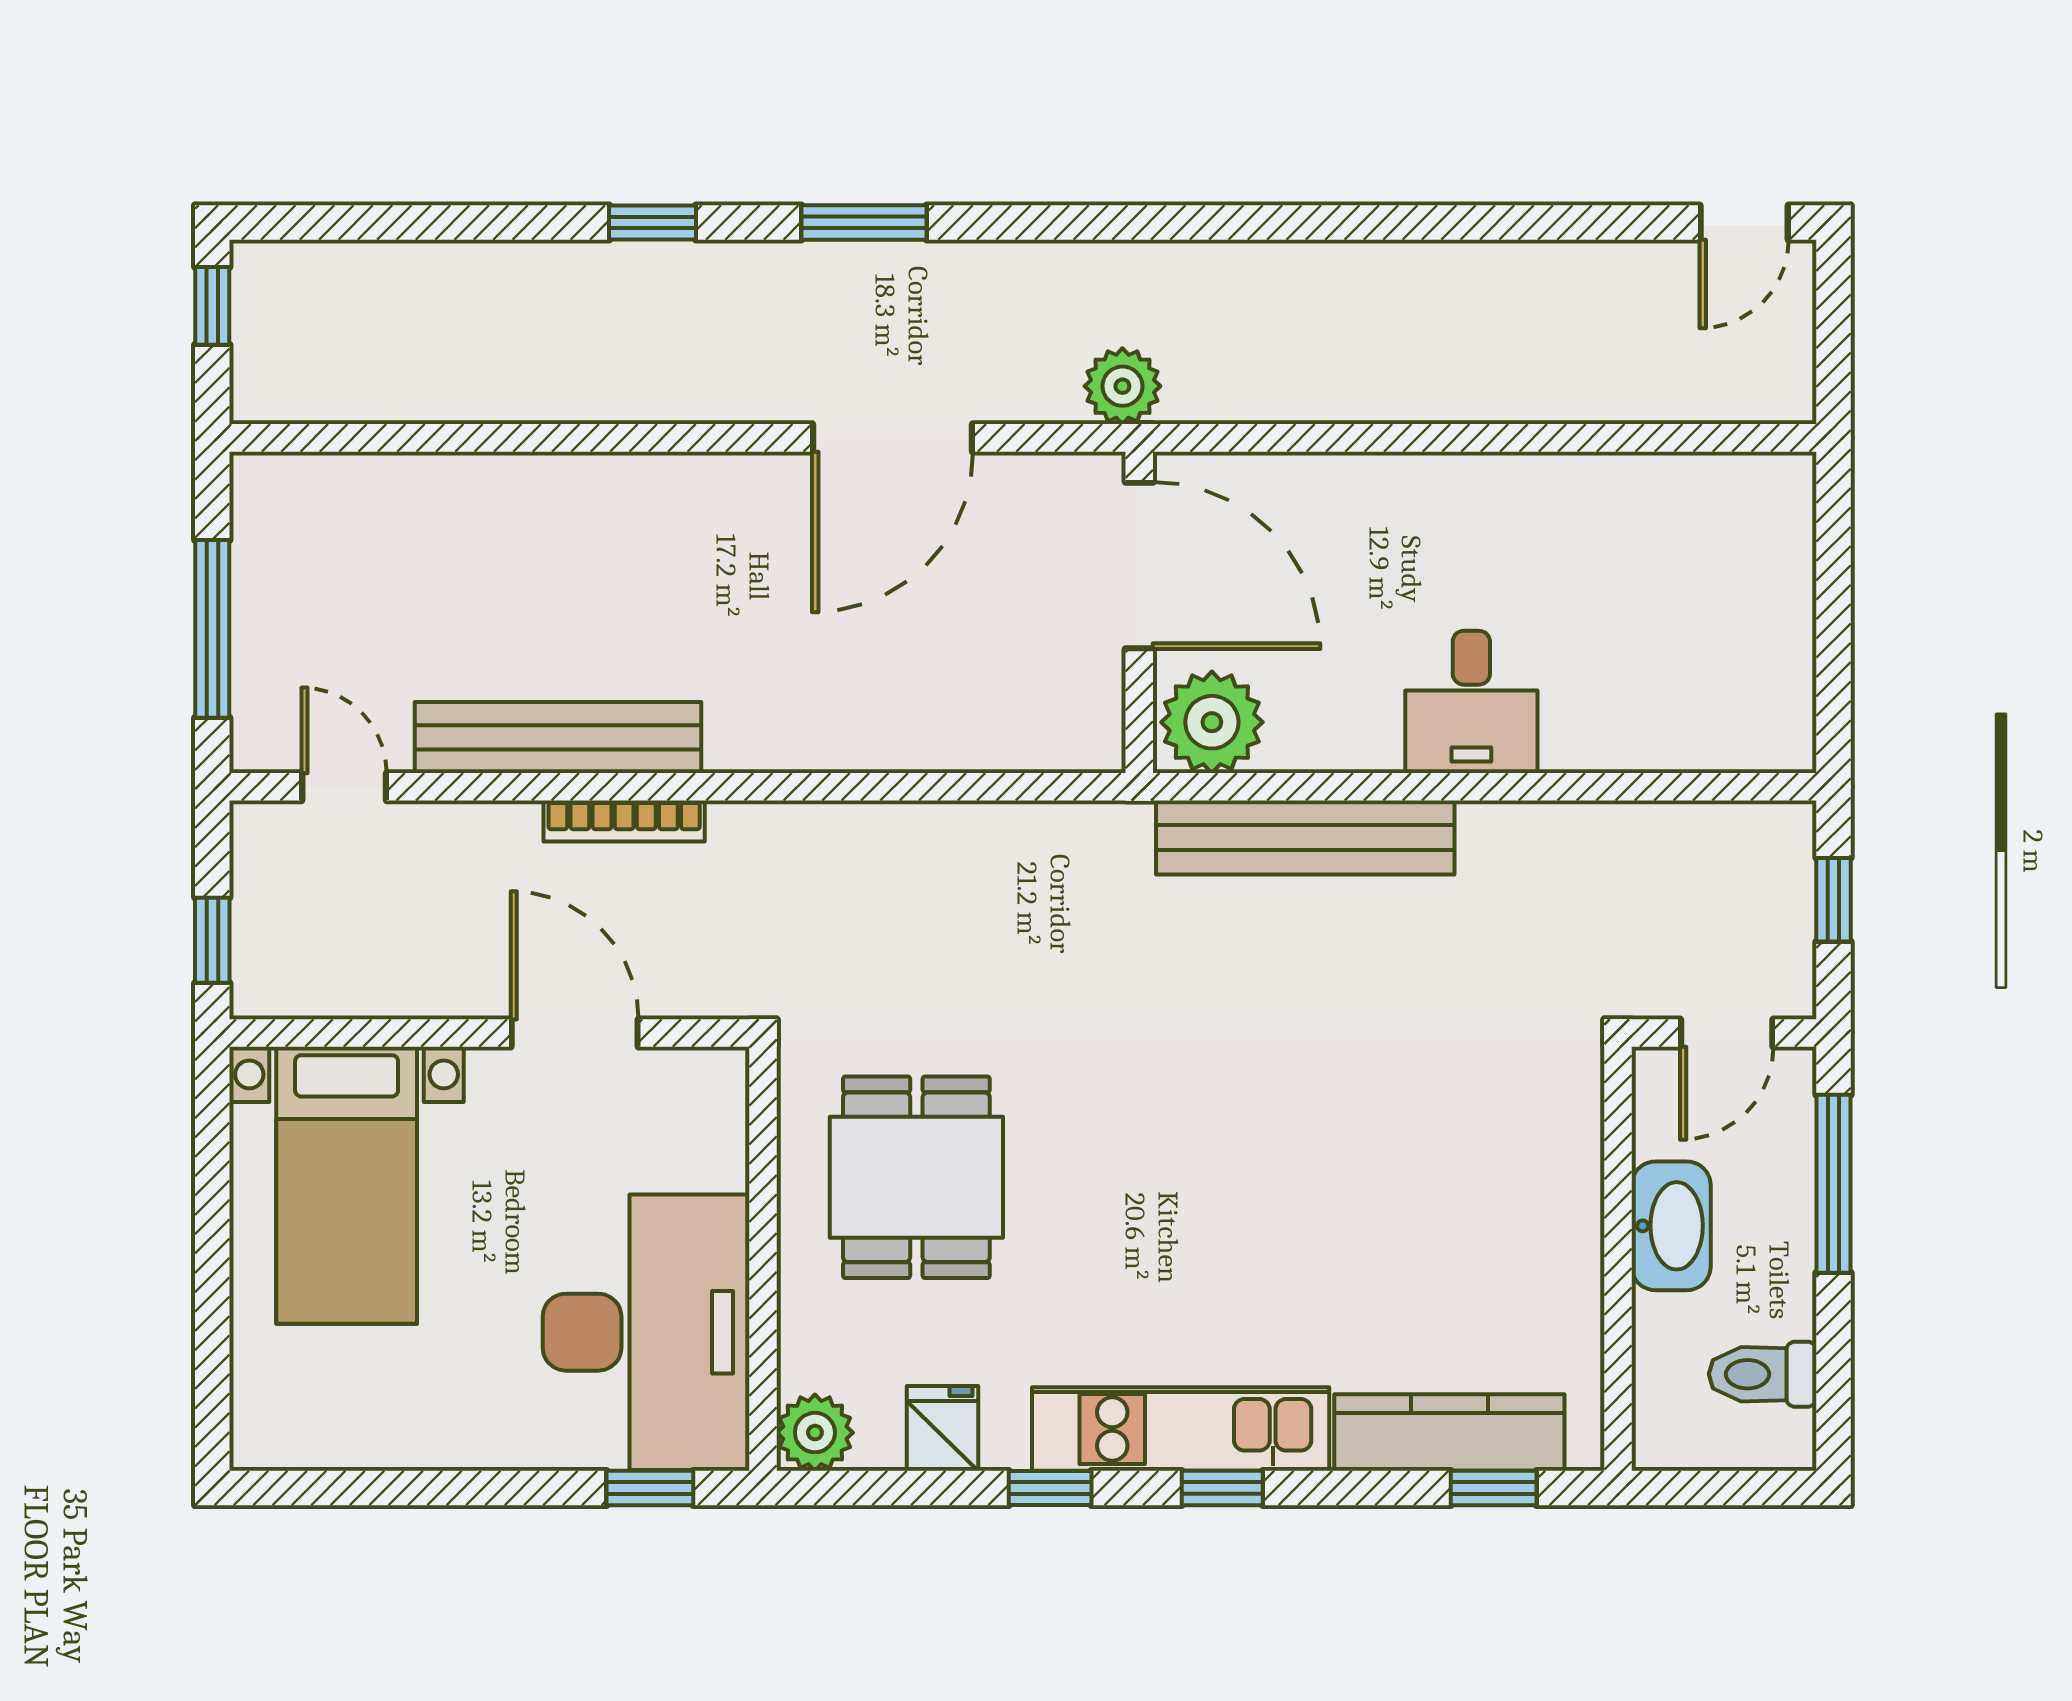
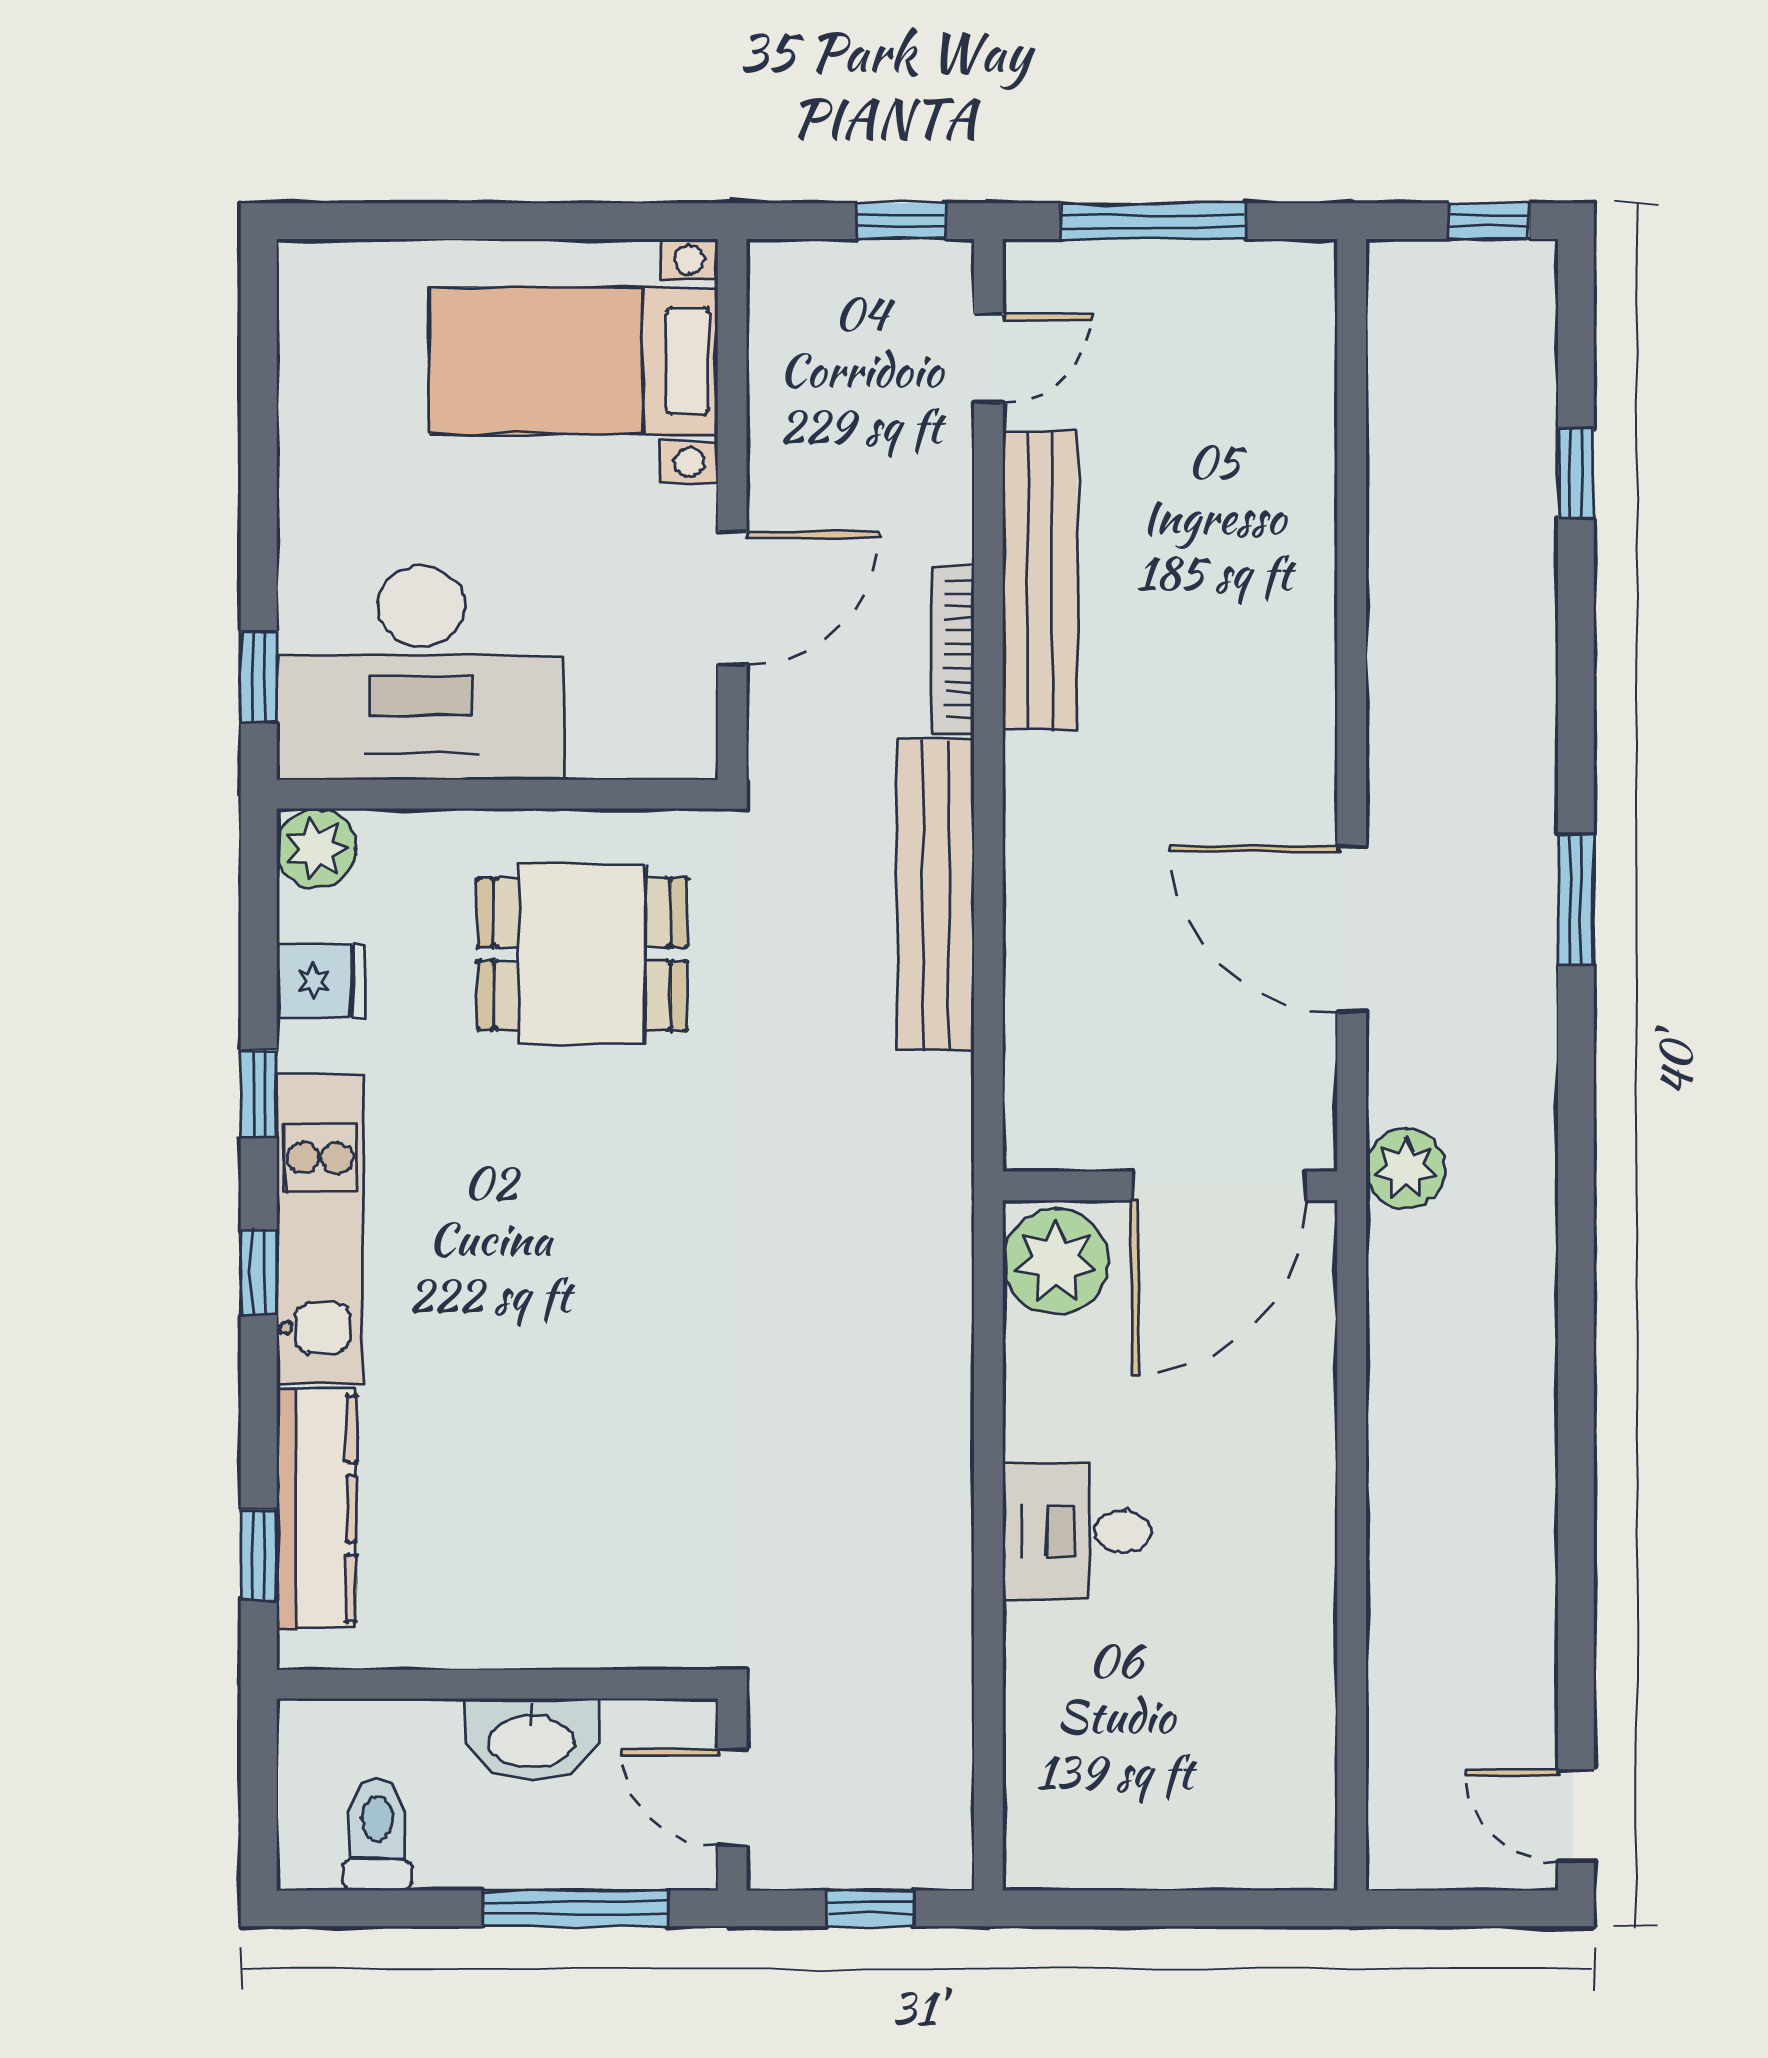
window: (653, 222) -> (1576, 473), moved
bench: (1305, 838) -> (936, 895), moved
window: (212, 940) -> (901, 221), moved

